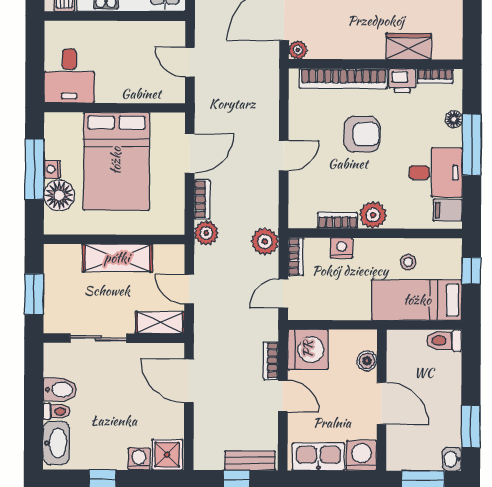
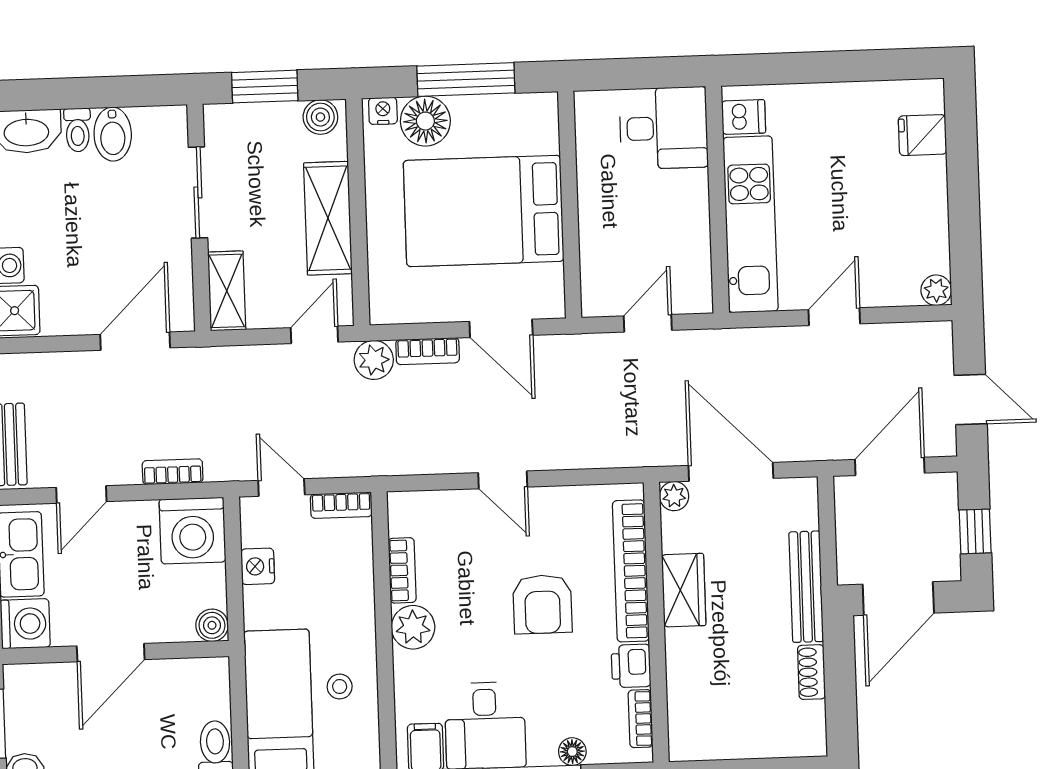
wardrobe: (409, 46) -> (684, 590), moved
desk: (69, 76) -> (664, 128), moved, turned 180
nightstand: (52, 169) -> (383, 111), moved
plant: (265, 242) -> (364, 455), removed
nightstand: (342, 248) -> (258, 566), moved, turned 180
boiler: (54, 260) -> (320, 117), added
door: (189, 289) -> (314, 335), moved
boiler: (367, 361) -> (212, 625), moved
door: (283, 396) -> (81, 495), moved

